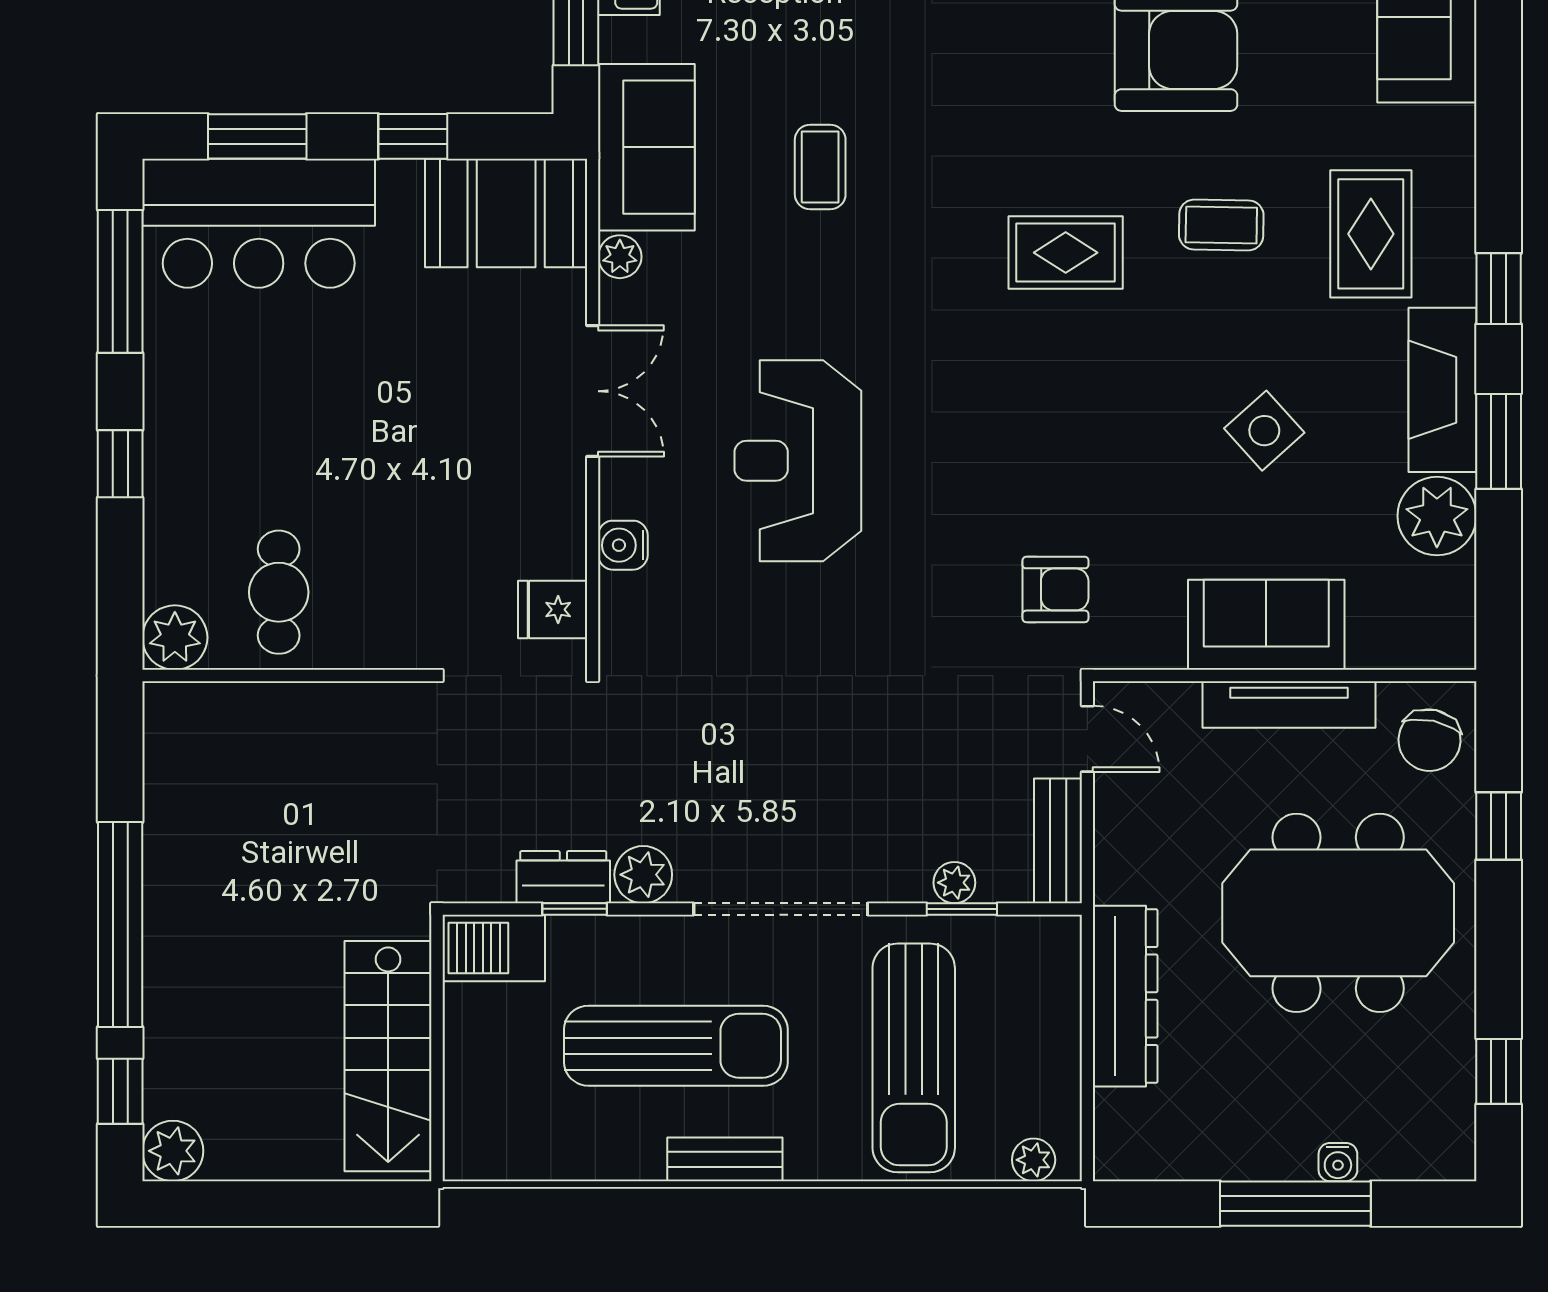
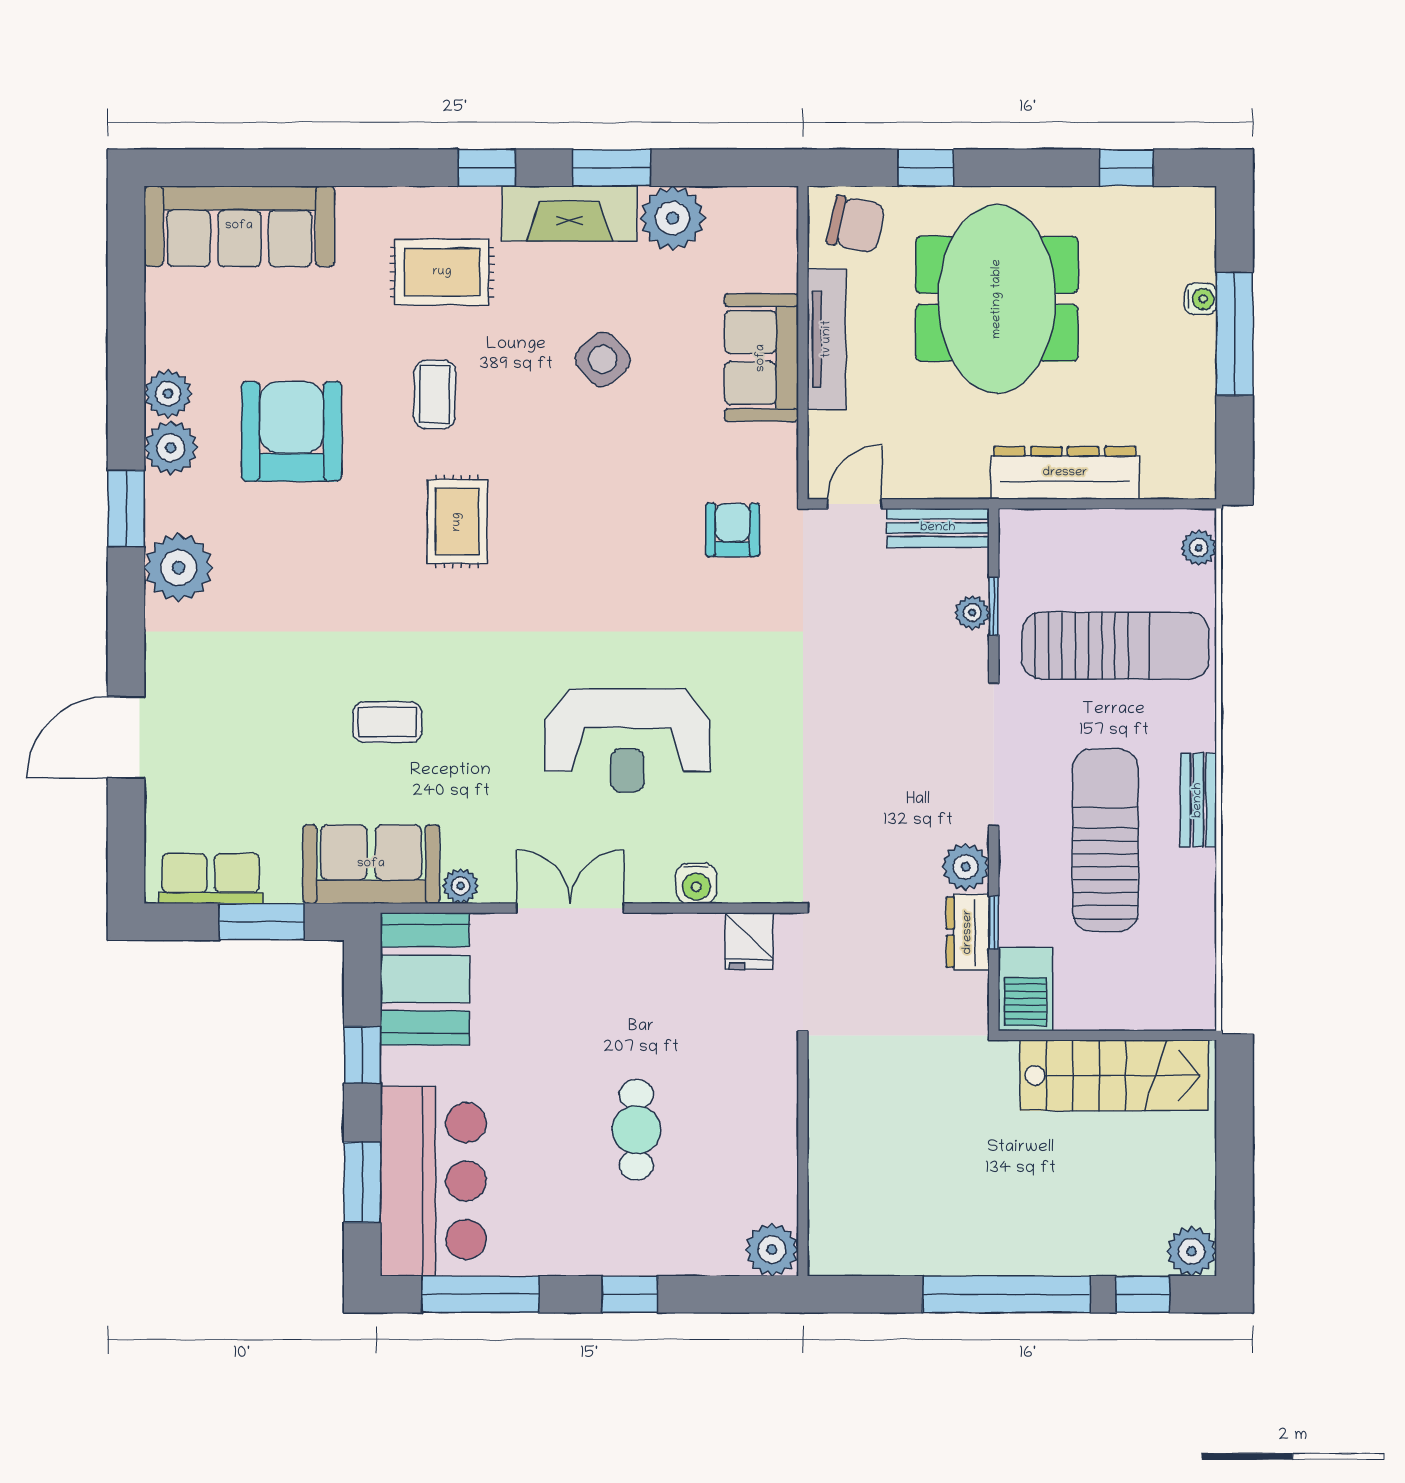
cafe table: (279, 592) -> (636, 1130), moved, turned 90

